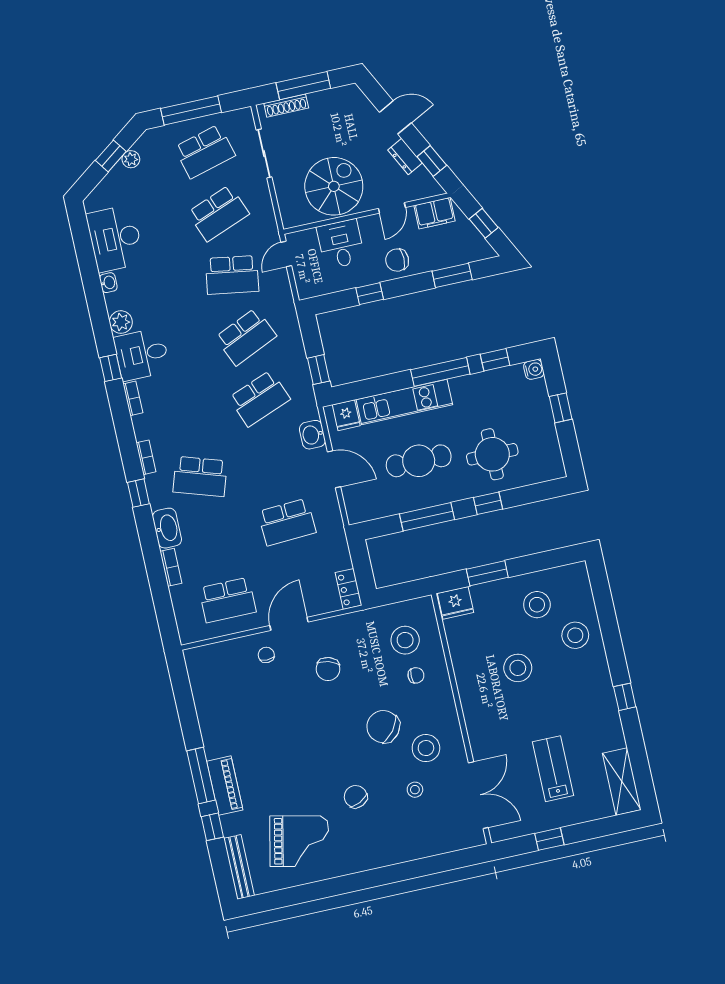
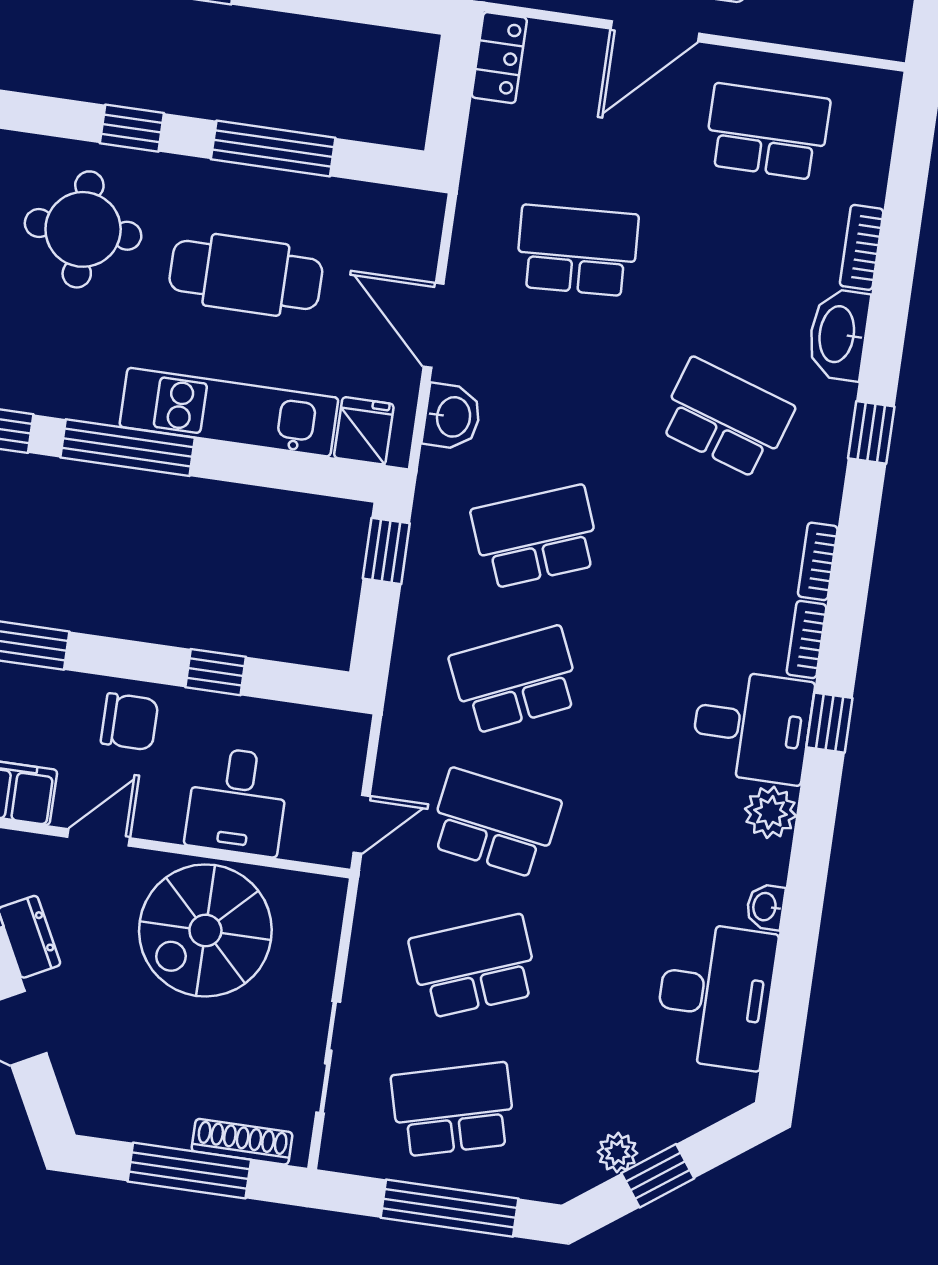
bookcase: (146, 457) -> (818, 561), moved

